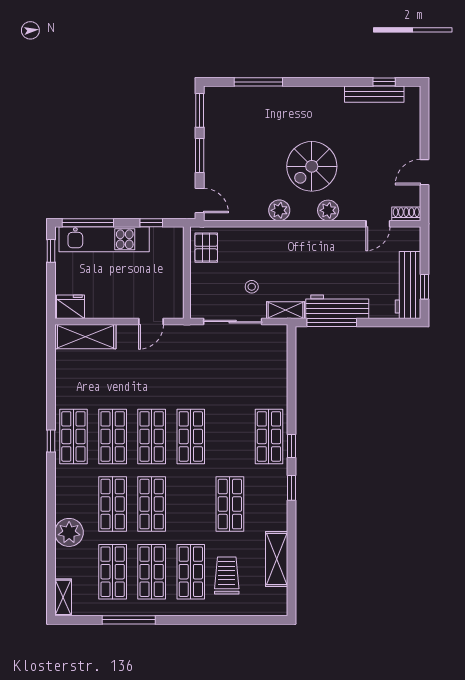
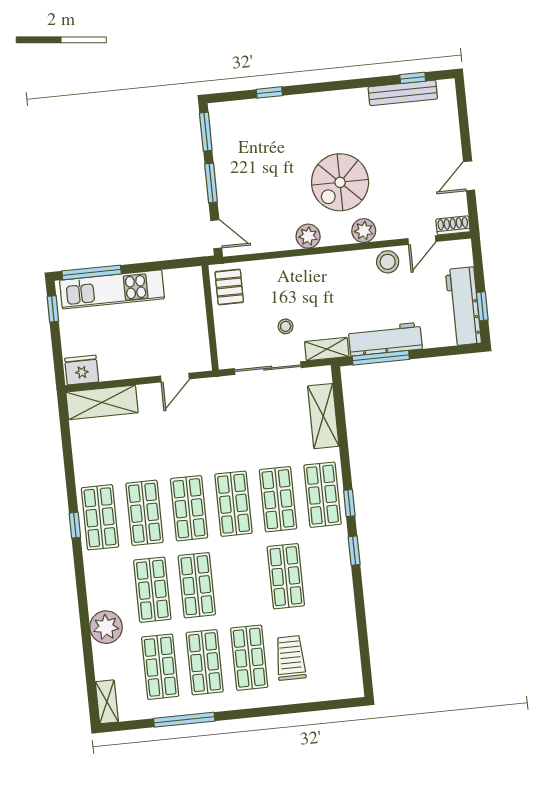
window: (258, 82) -> (269, 92), width x0.46
window: (151, 223) -> (164, 265), removed
stool: (346, 240) -> (388, 262), added
shop shelf: (230, 436) -> (278, 499), added
shelving: (277, 559) -> (323, 416), moved

